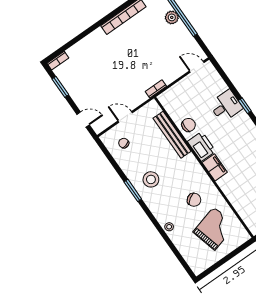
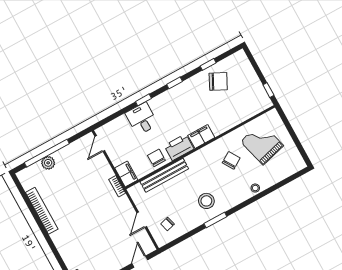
filing cabinet: (169, 97) -> (126, 174), added

